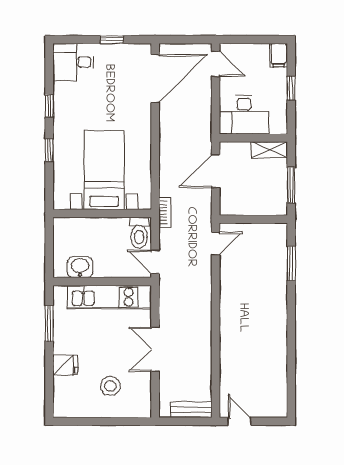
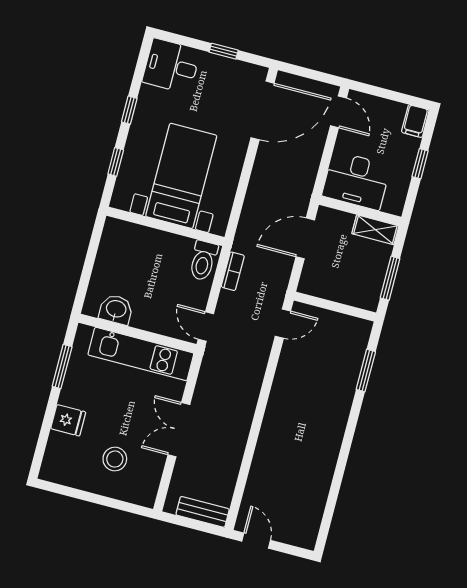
bed with nightstands: (104, 170) -> (181, 176), moved
wall: (102, 213) -> (165, 226), moved
toilet: (139, 233) -> (203, 261), moved

